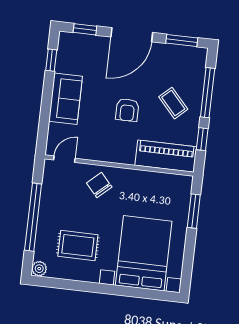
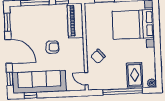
sofa: (66, 99) -> (39, 82), width x1.85, depth x1.27
coffee table: (173, 103) -> (44, 21), removed
rug: (78, 246) -> (135, 75), moved

